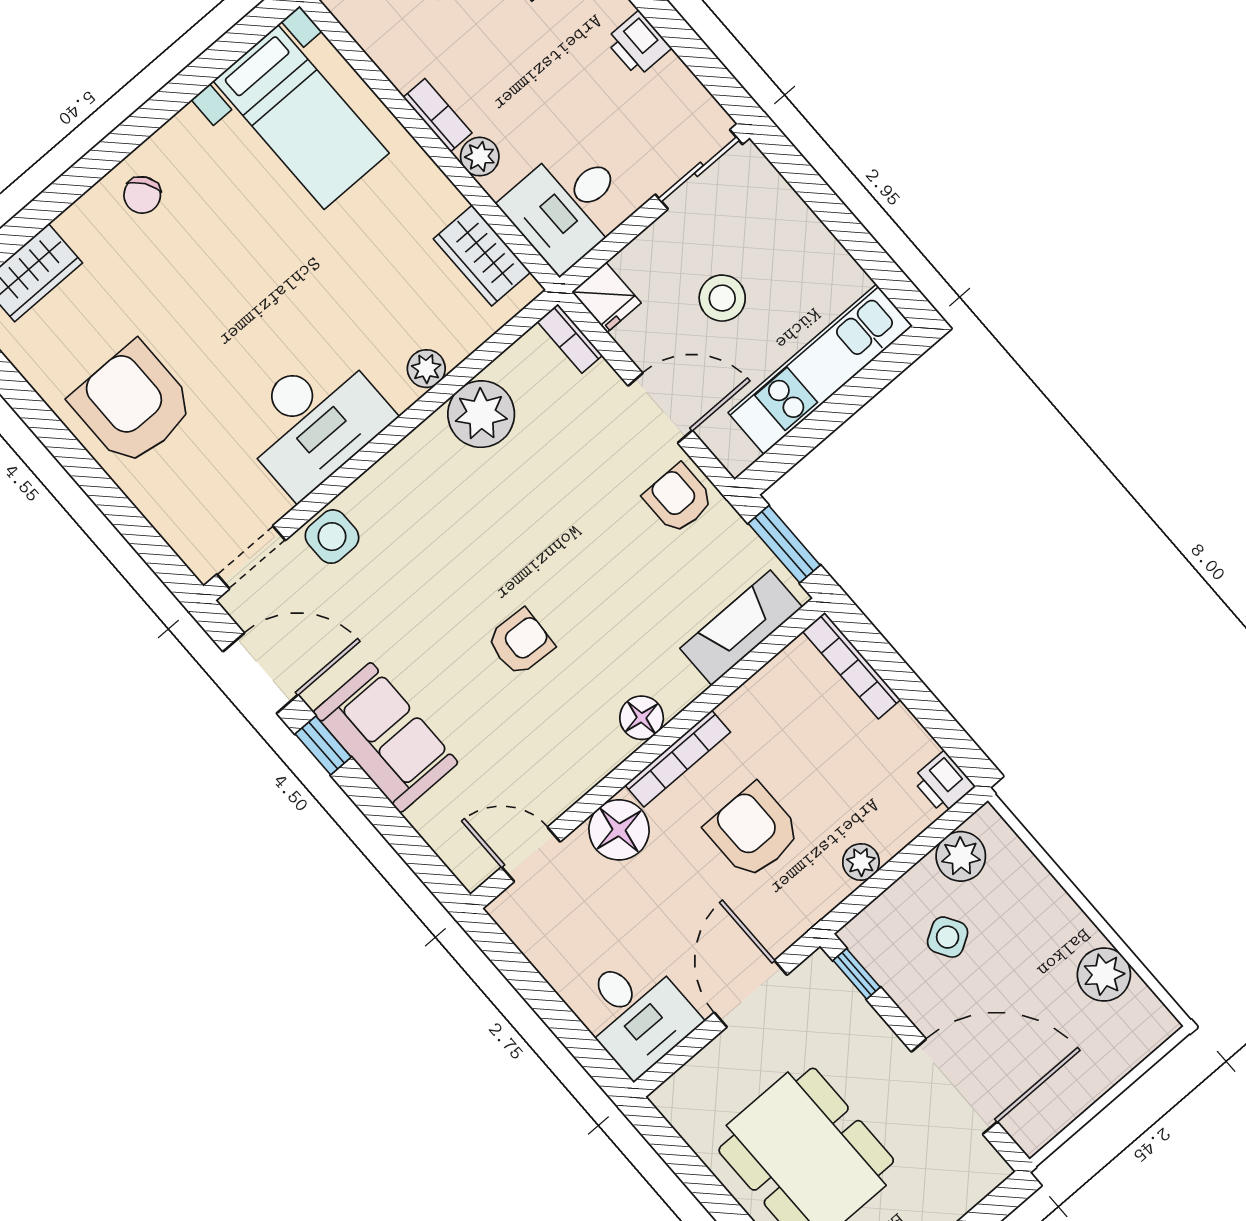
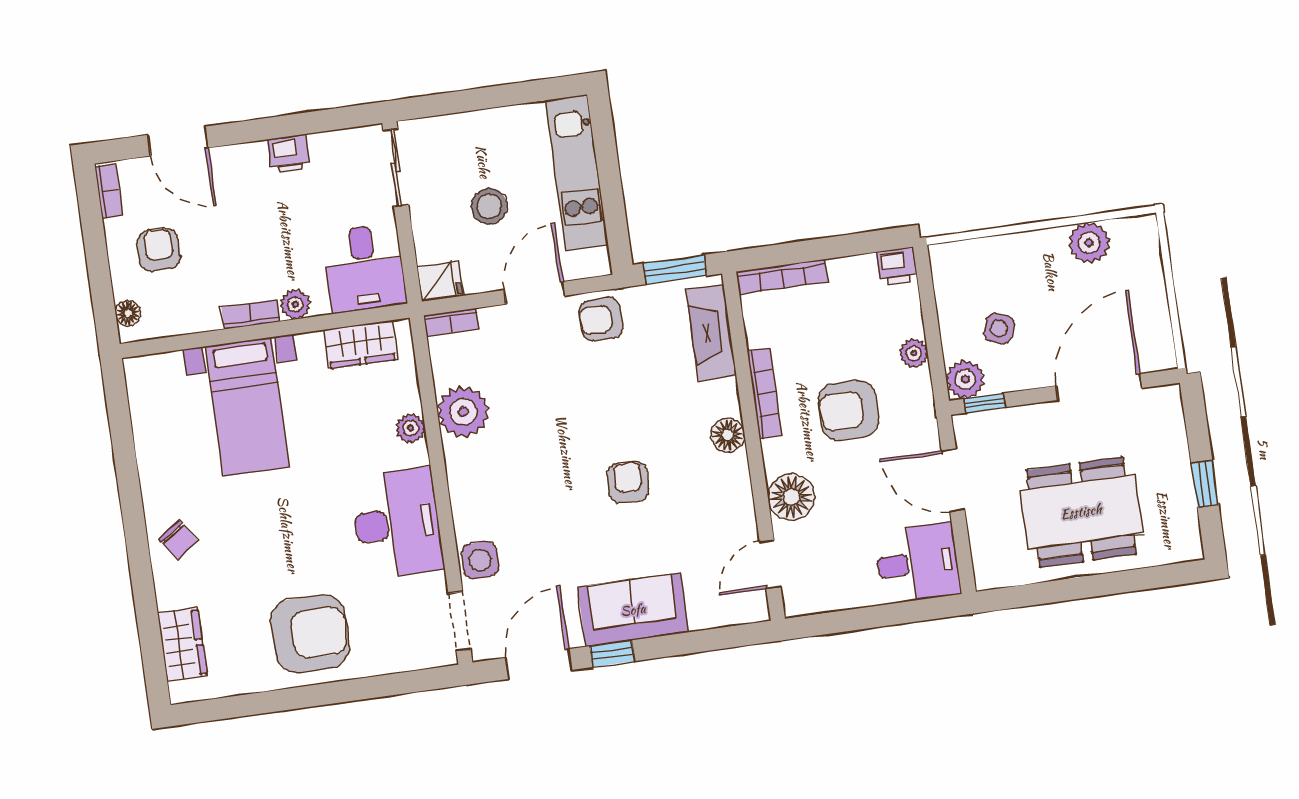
bed with nightstands: (301, 117) -> (247, 407), moved, turned 90
armchair: (133, 404) -> (310, 634), turned 180
bookcase: (678, 759) -> (765, 393), moved
plant: (961, 856) -> (965, 379), moved
side table: (948, 937) -> (999, 329), turned -38

